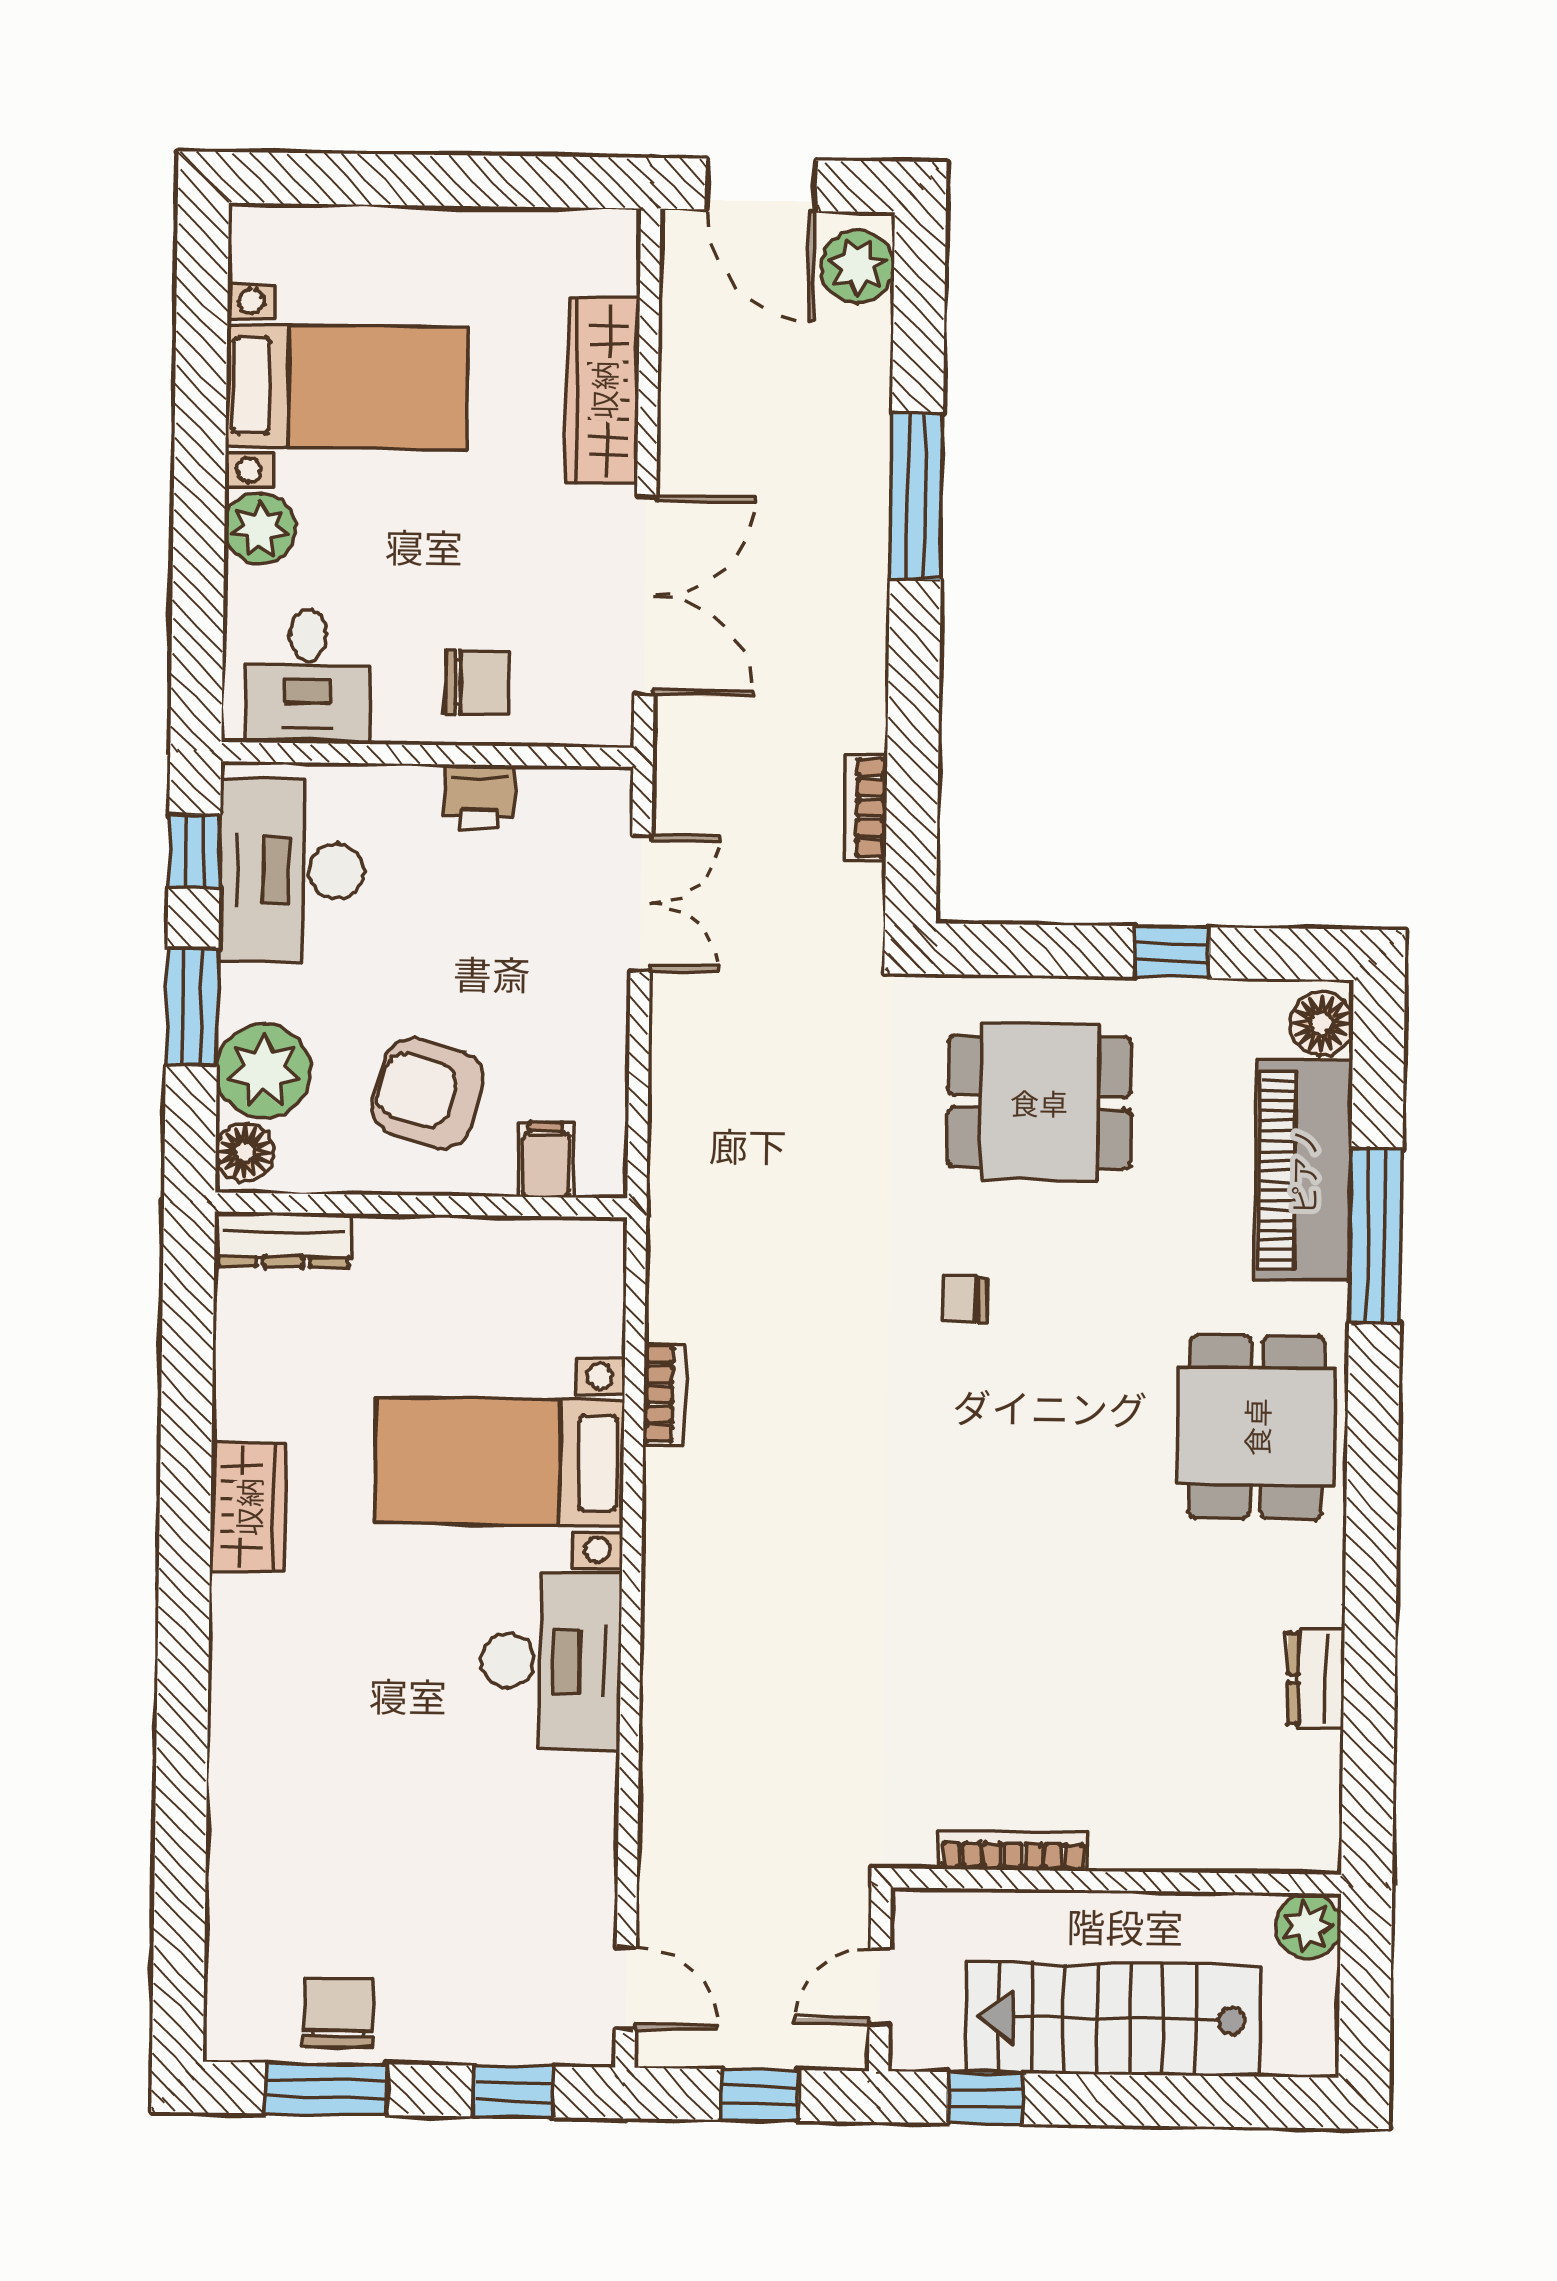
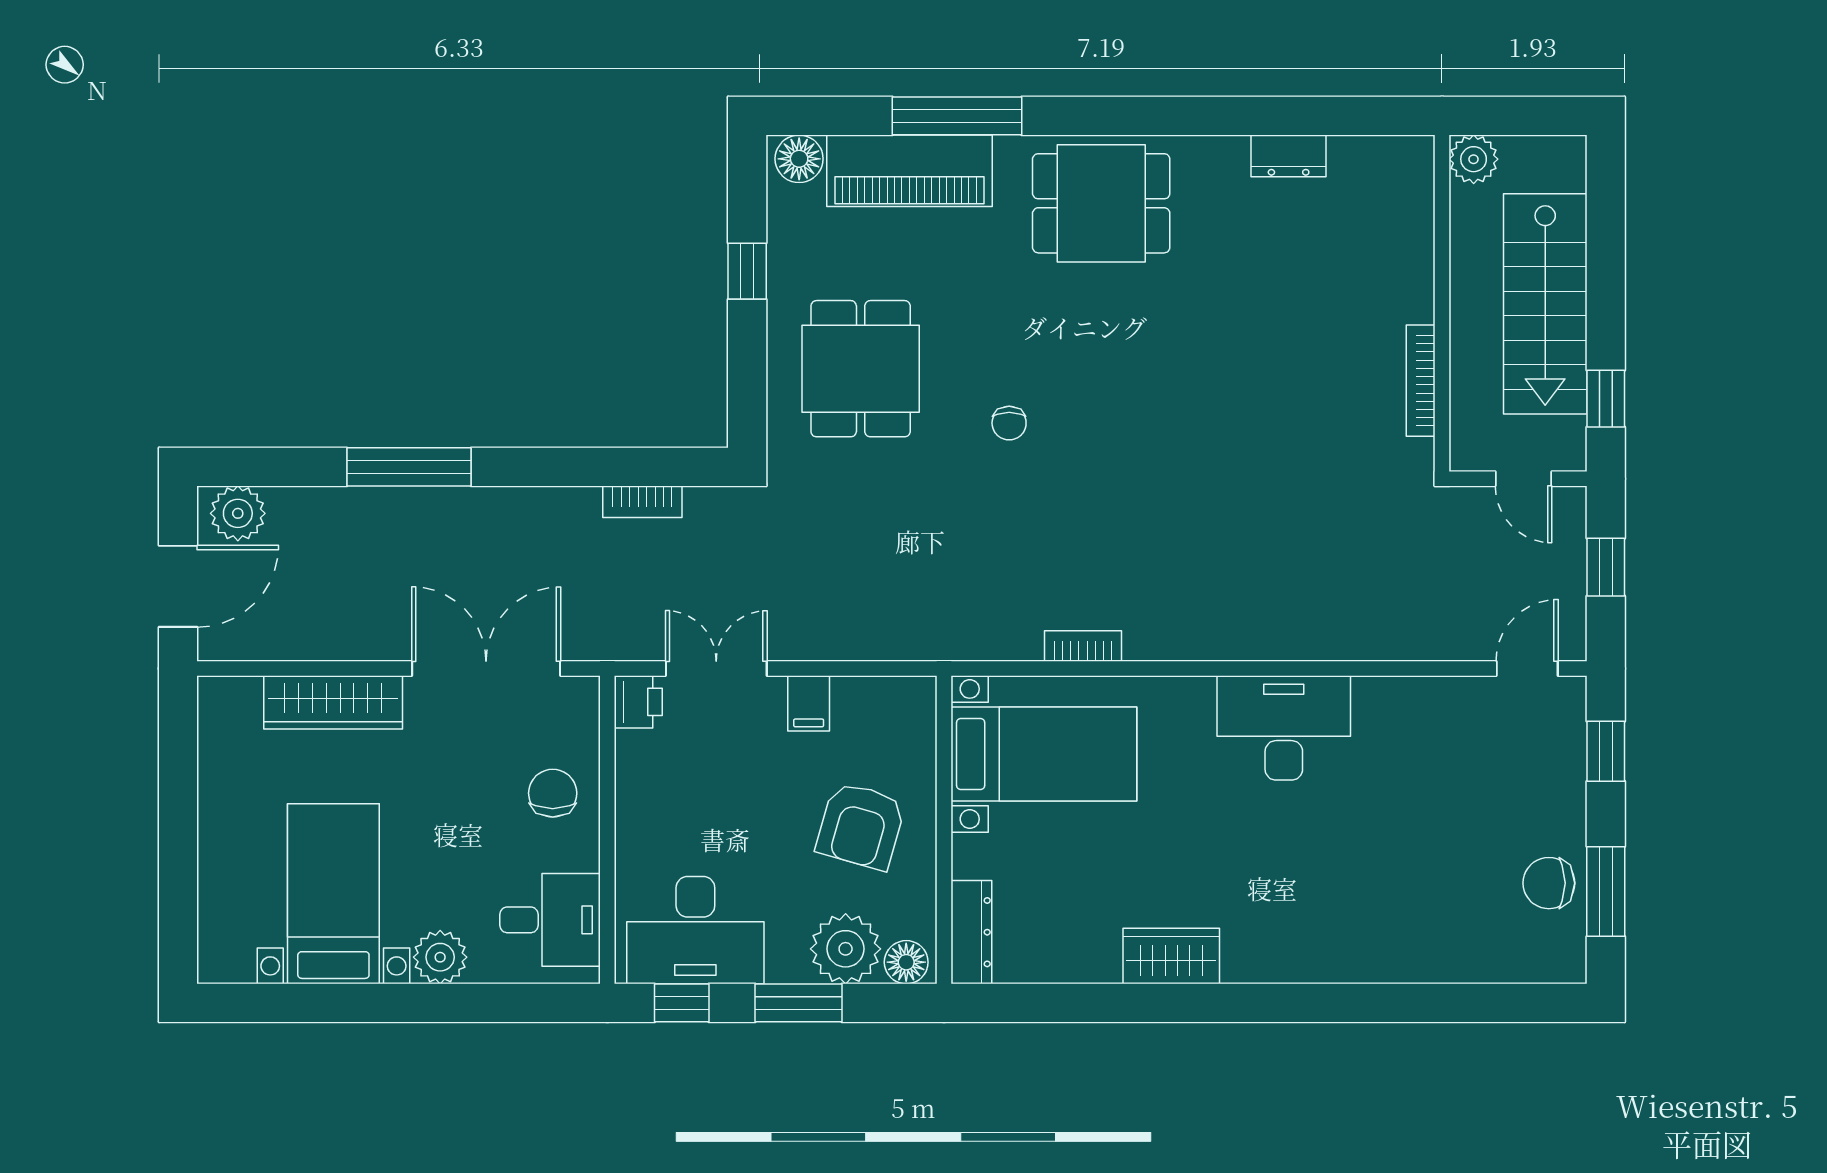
printer: (479, 797) -> (638, 702), moved
filing cabinet: (546, 1160) -> (809, 703), moved, turned -90
bed with nightstands: (500, 1462) -> (1044, 754), moved, turned -90

